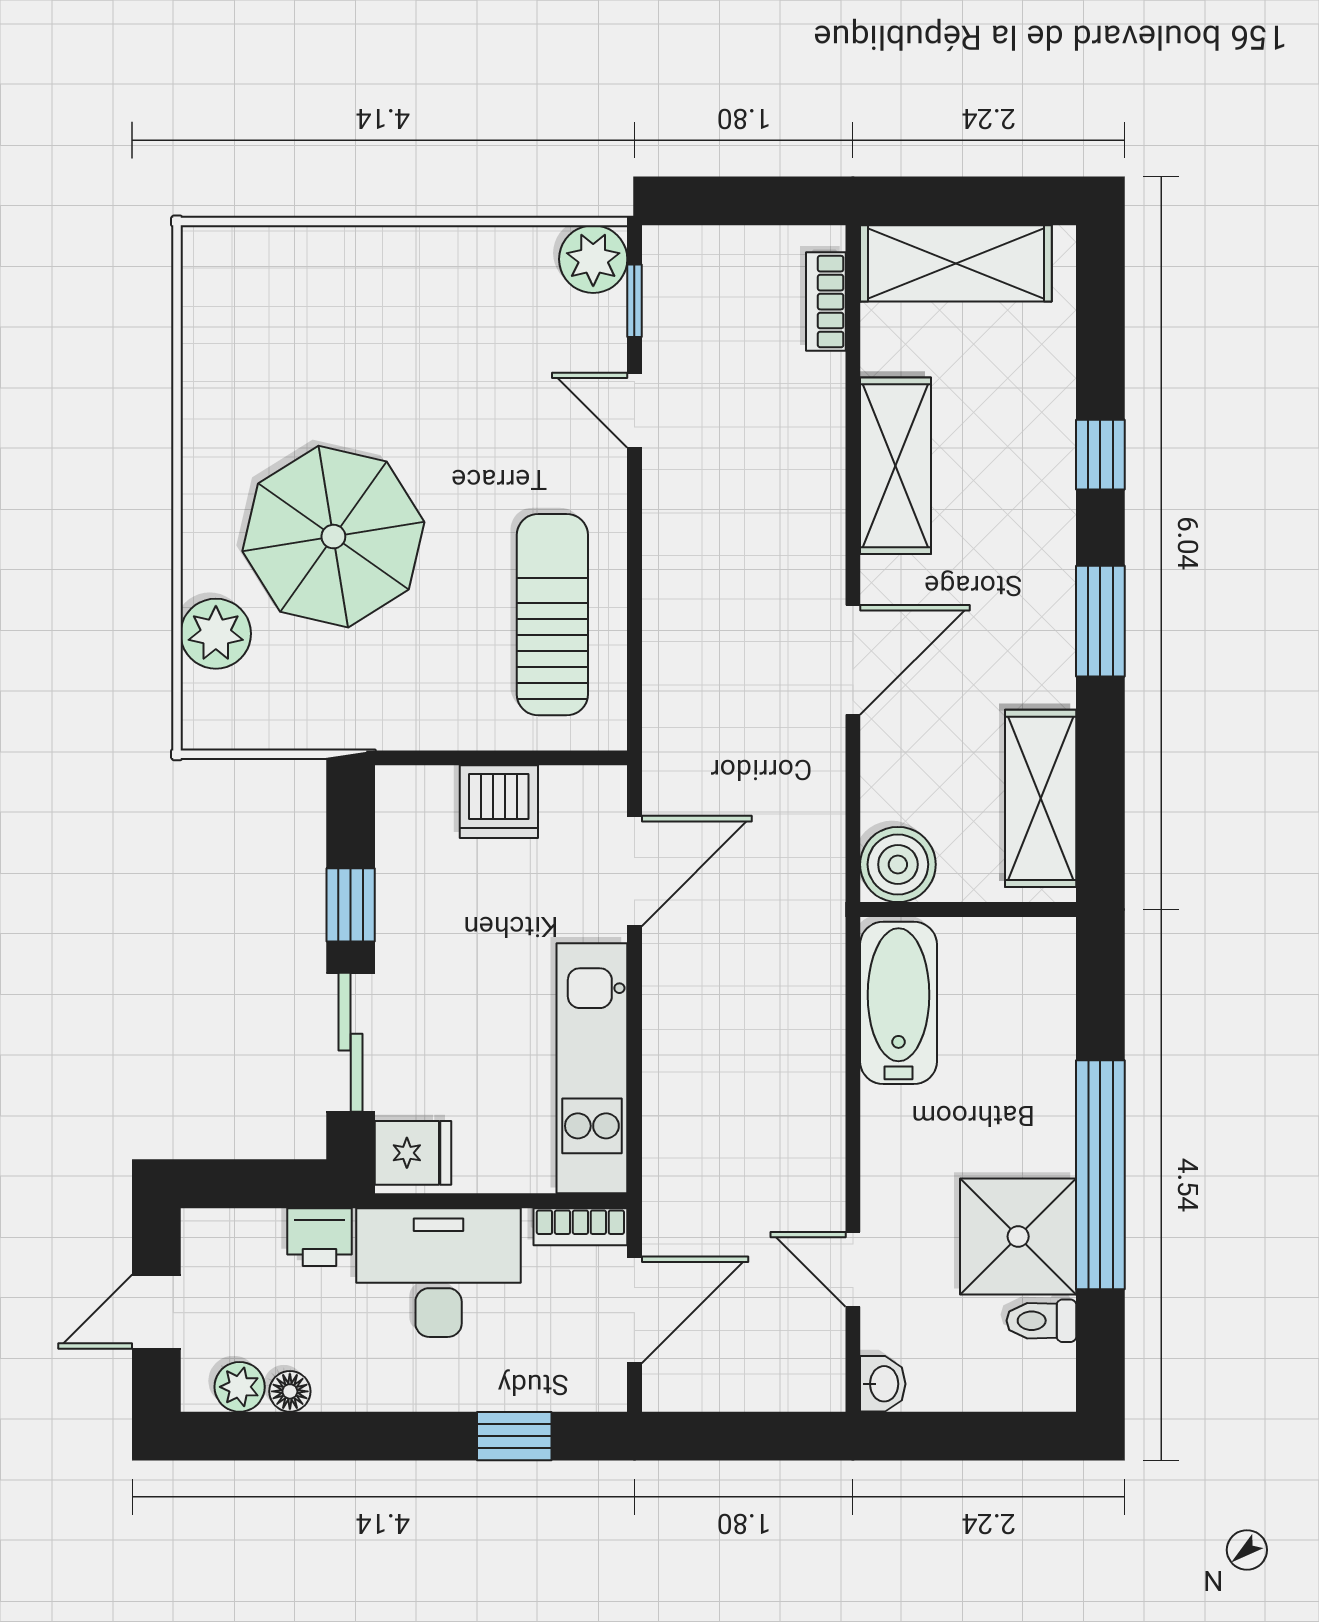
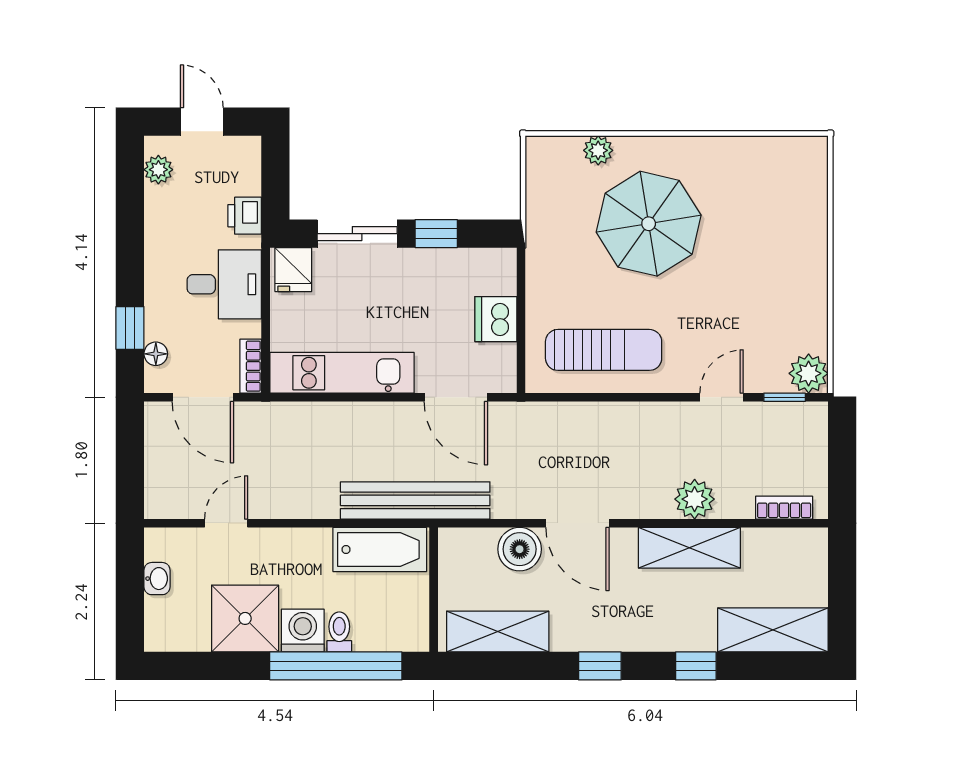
shelving: (956, 263) -> (773, 630), moved, turned 90
plant: (811, 457) -> (695, 499), added
window: (1100, 621) -> (600, 666), width x0.67
plant: (216, 634) -> (598, 150), width x0.73, depth x0.73
boiler: (898, 864) -> (520, 549), moved
bench: (813, 941) -> (415, 500), added
washing machine: (1039, 1136) -> (303, 631), added
window: (1100, 1175) -> (336, 666), moved
desk: (439, 1273) -> (224, 284), width x0.73
toilet: (1041, 1321) -> (339, 632), moved
washbasin: (883, 1384) -> (157, 579), moved, turned -90
floor lamp: (290, 1391) -> (156, 354), moved

